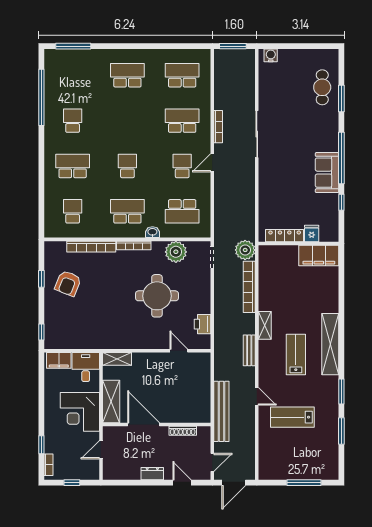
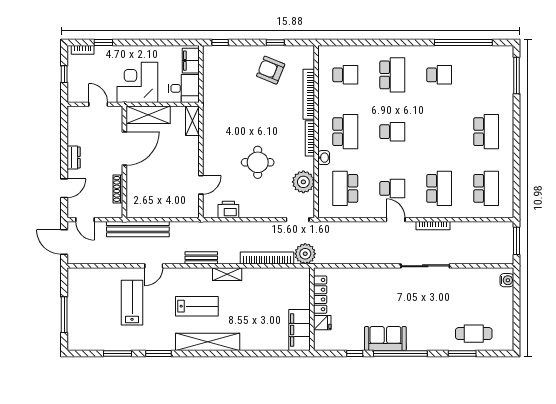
round table: (157, 296) -> (258, 162), width x0.73, depth x0.73

